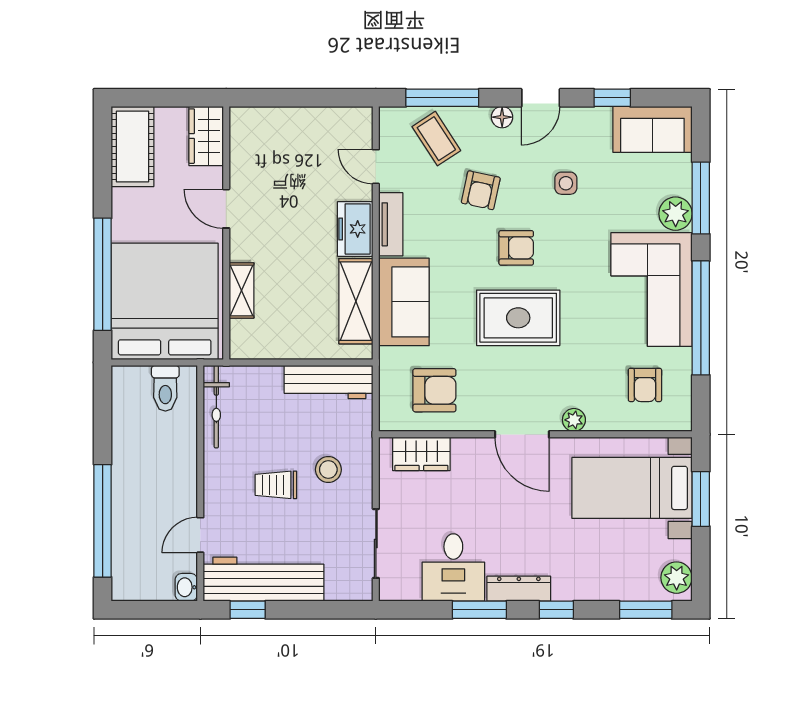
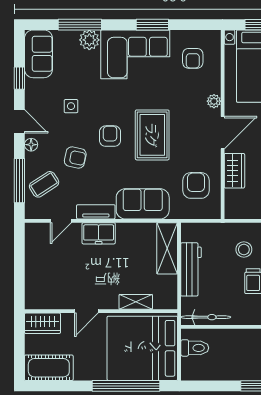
shelving: (356, 301) -> (167, 248), moved, turned 90
window: (701, 318) -> (152, 25), width x0.47
workbench: (329, 382) -> (191, 269), moved
armchair: (645, 385) -> (193, 58), turned 90
wardrobe: (421, 454) -> (234, 171), moved

